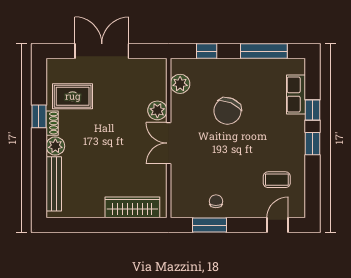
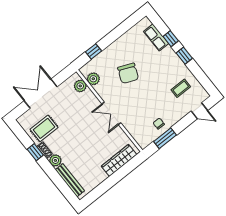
window: (264, 51) -> (122, 28), removed
plant: (157, 110) -> (80, 86), moved
door: (277, 225) -> (199, 111), swing flipped

